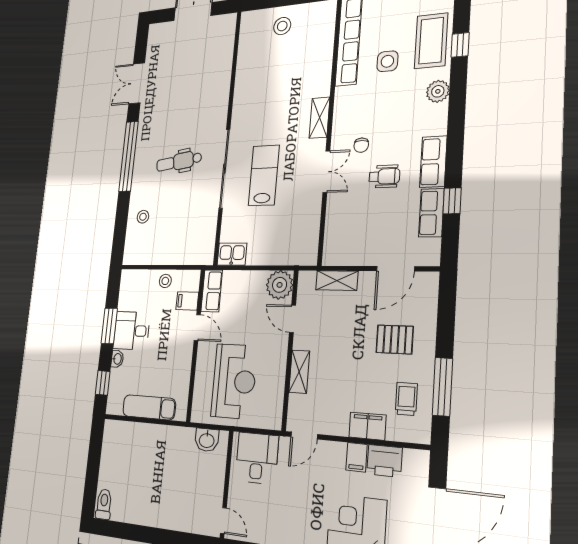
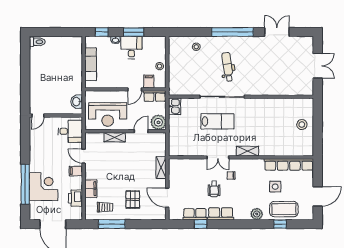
plant: (280, 285) -> (158, 122), moved
door: (292, 319) -> (141, 131), moved
wall: (290, 350) -> (125, 131), moved
shelving: (299, 372) -> (115, 137), moved
filing cabinet: (356, 457) -> (76, 171), moved

